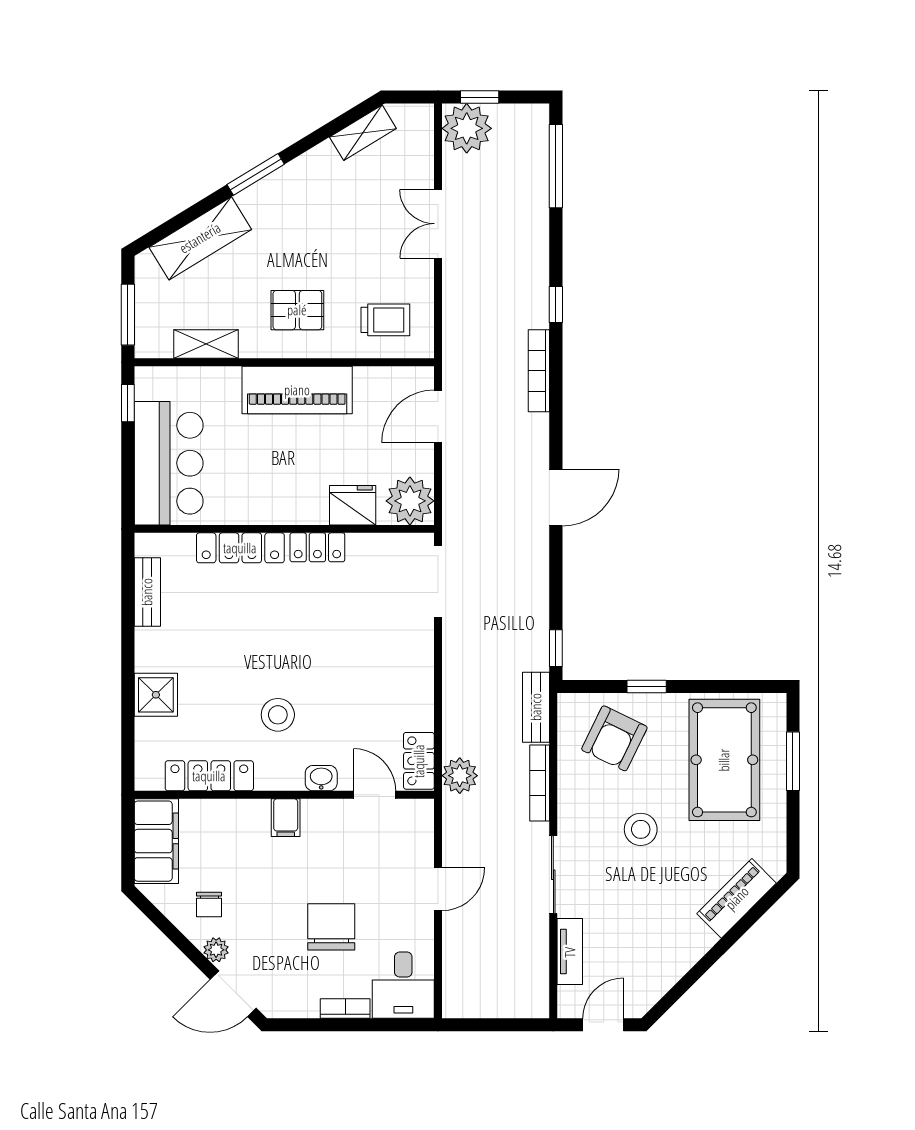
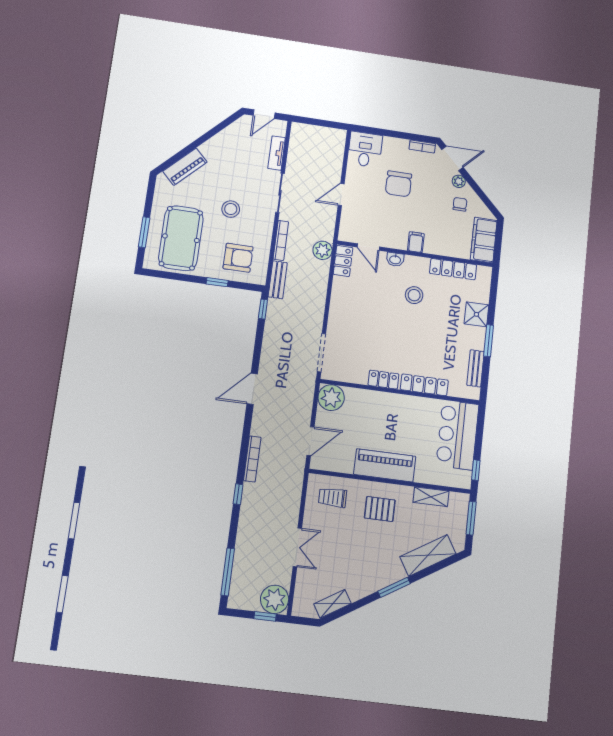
fridge: (353, 505) -> (362, 399), removed
window: (128, 648) -> (489, 341), added
armchair: (614, 738) -> (238, 258), turned 64
bookcase: (345, 1008) -> (422, 146), moved

